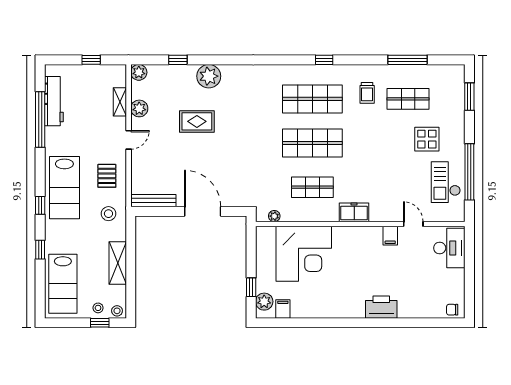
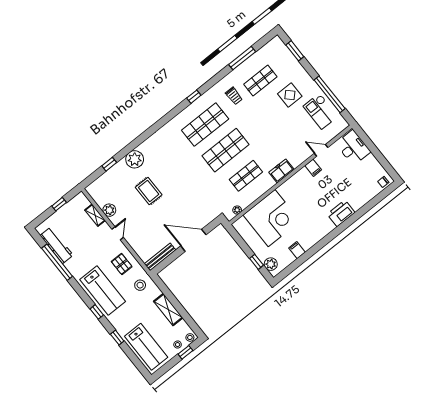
plant: (139, 72) -> (92, 189), removed
rug: (197, 121) -> (149, 191), turned 90
filing cabinet: (283, 309) -> (297, 250), moved

